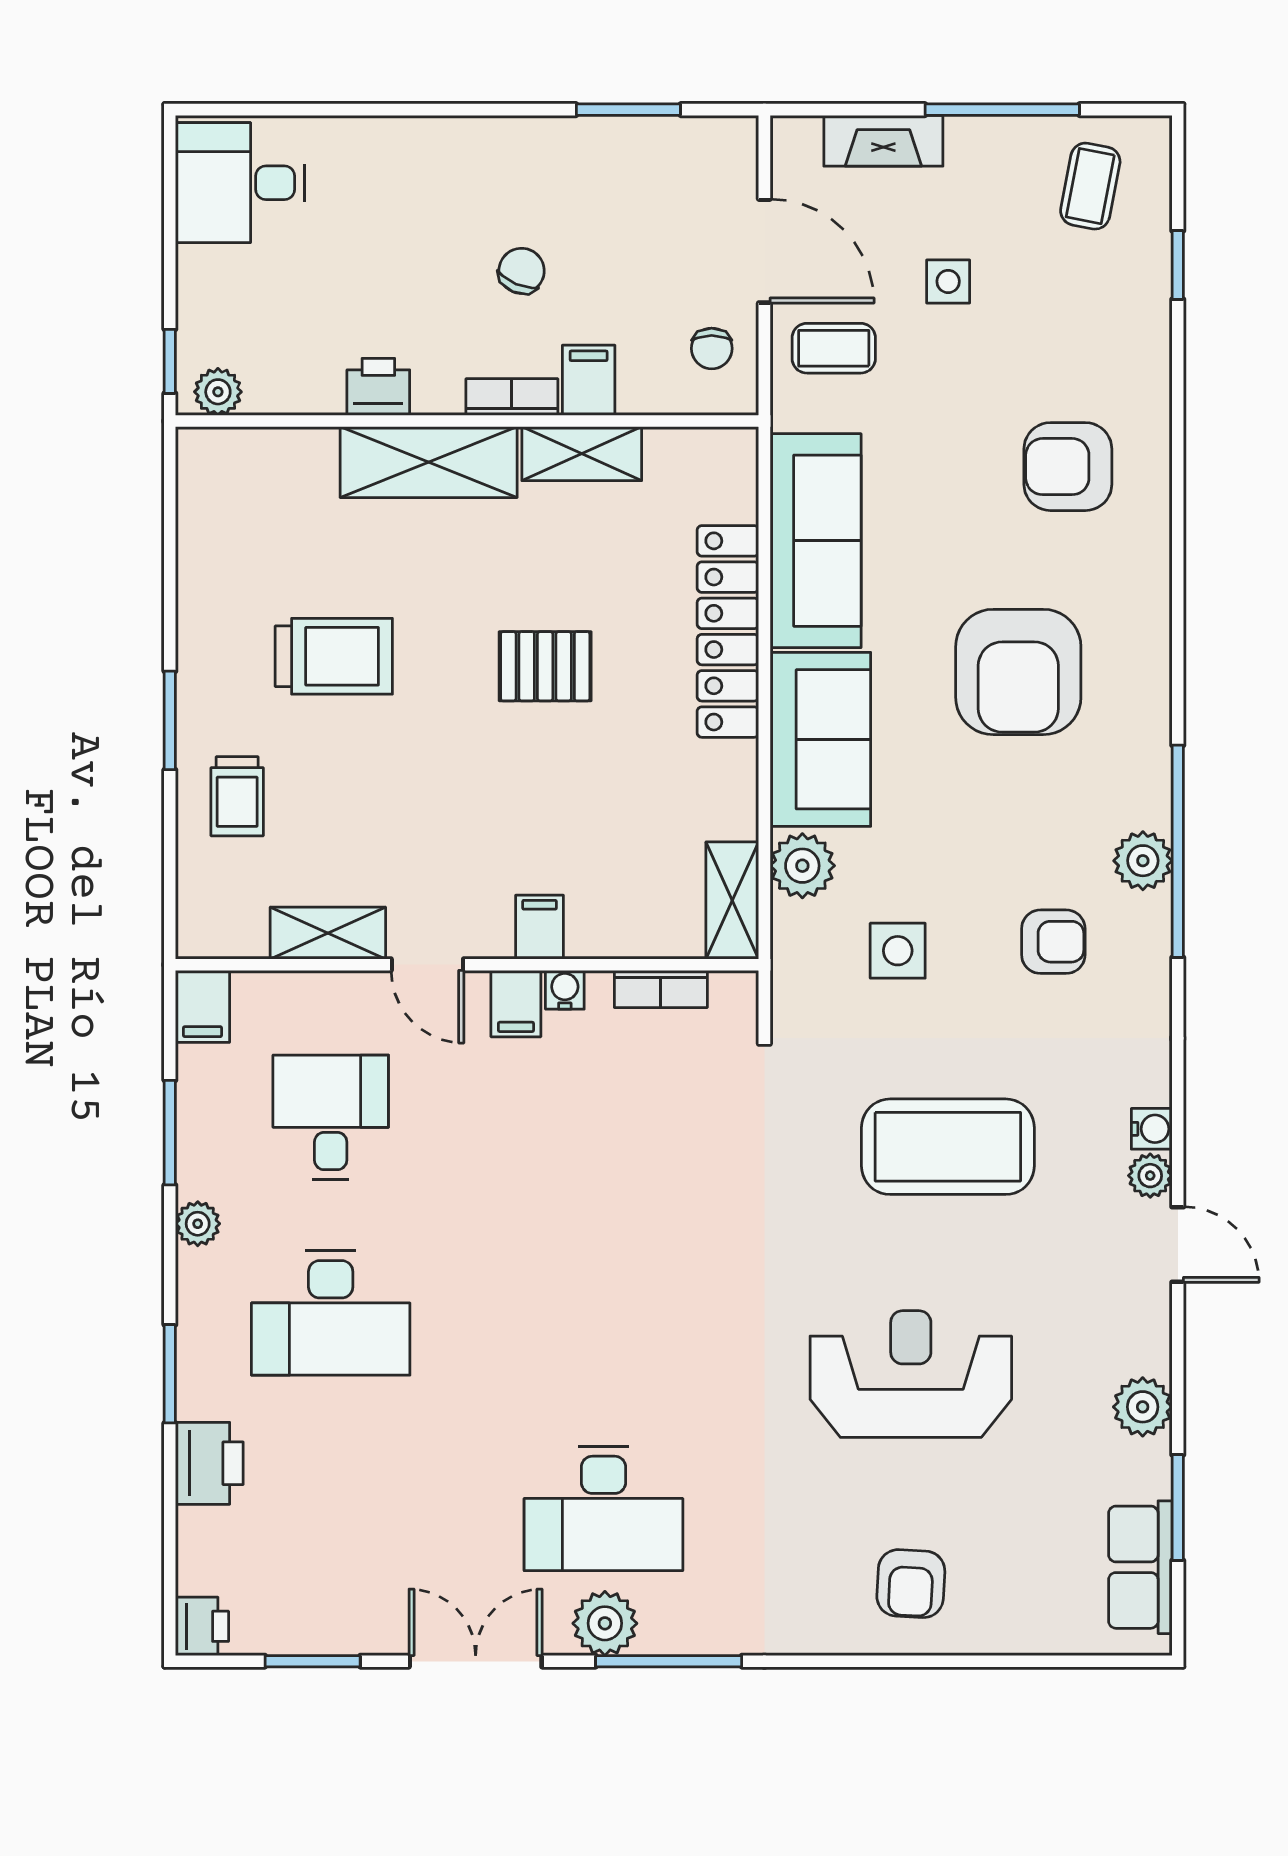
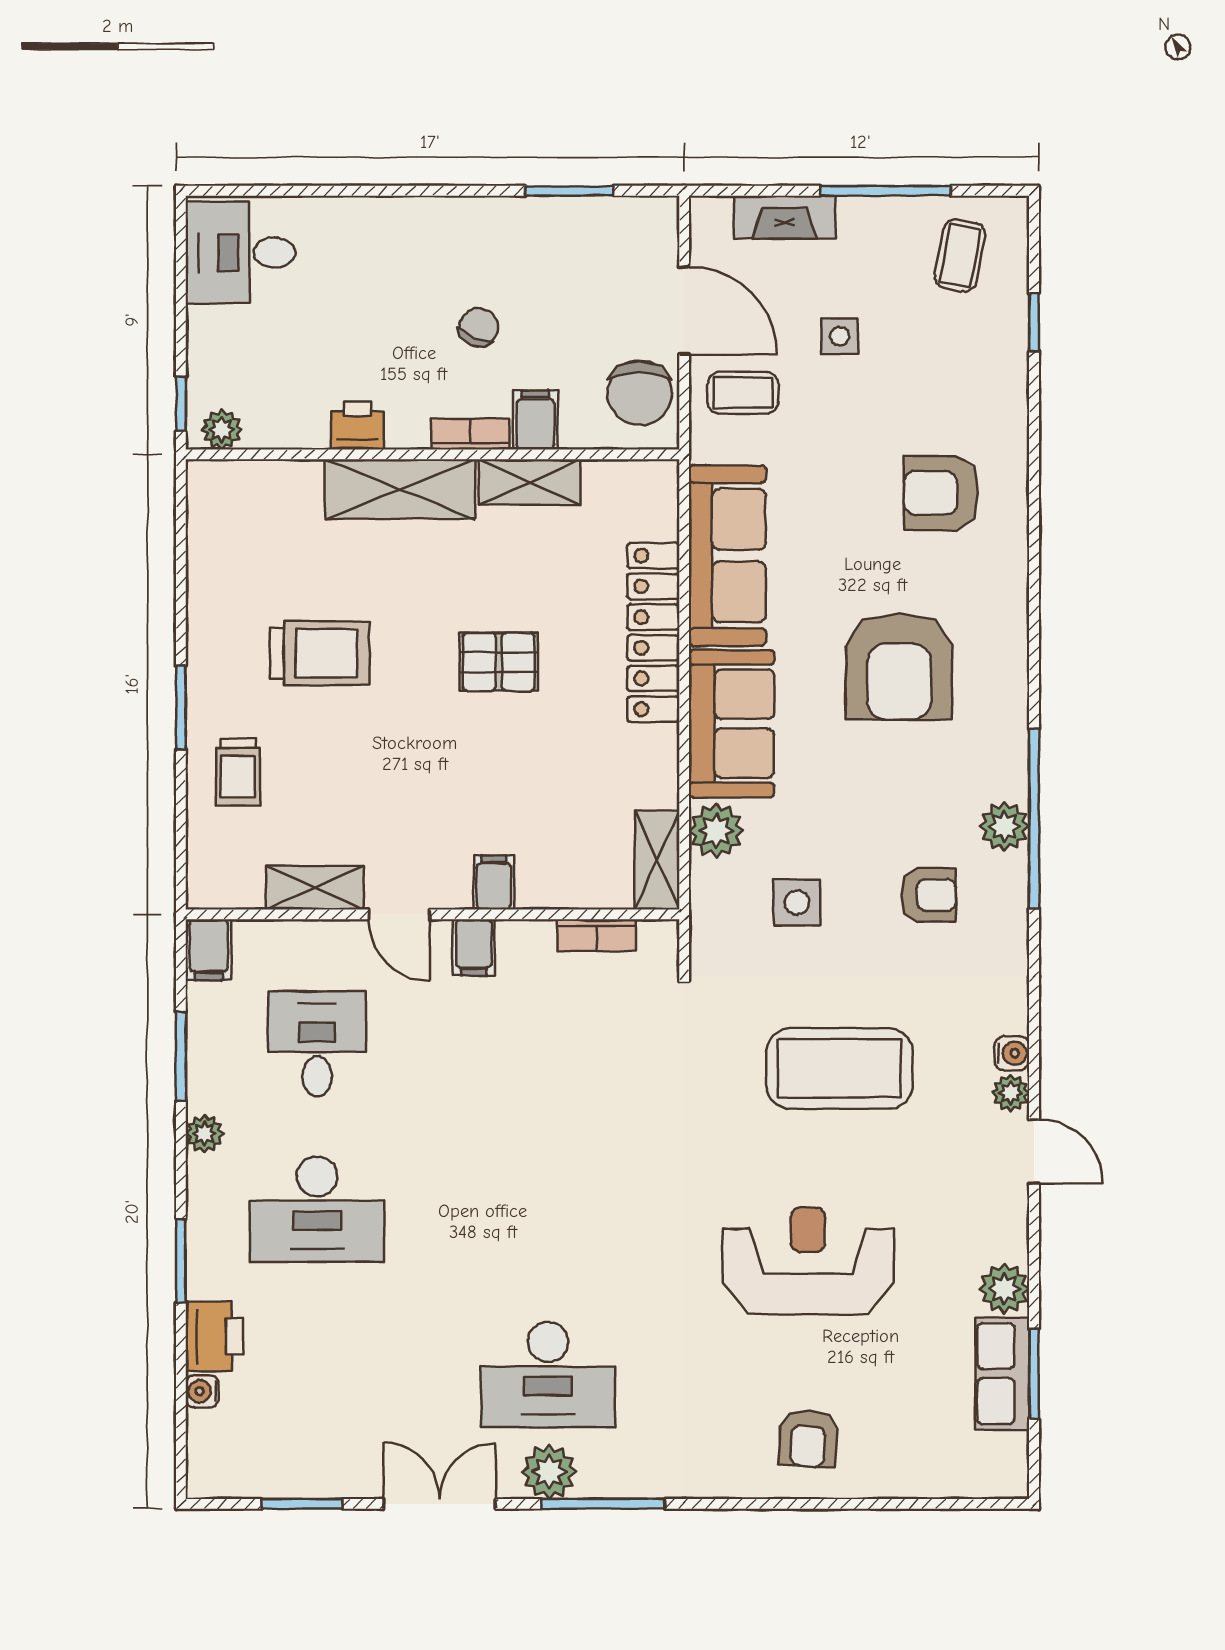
chair: (712, 348) -> (640, 393), width x1.87, depth x1.87
water cooler: (565, 990) -> (202, 1391), moved, turned -90
row of seats: (1140, 1567) -> (1002, 1374), moved
printer: (202, 1626) -> (208, 1474), removed

